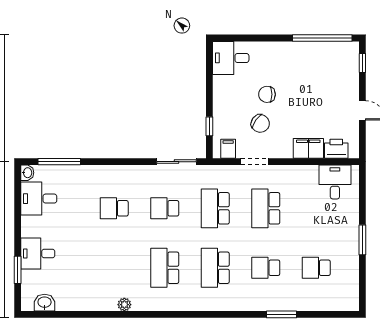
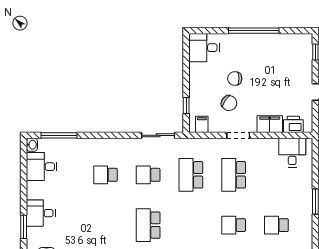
window: (322, 38) -> (254, 31), moved
doorway: (254, 162) -> (238, 135), moved
school desk: (215, 268) -> (191, 225), removed

